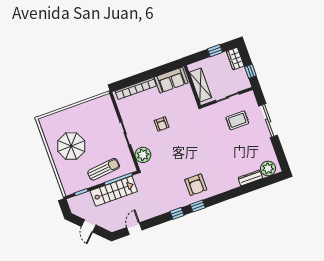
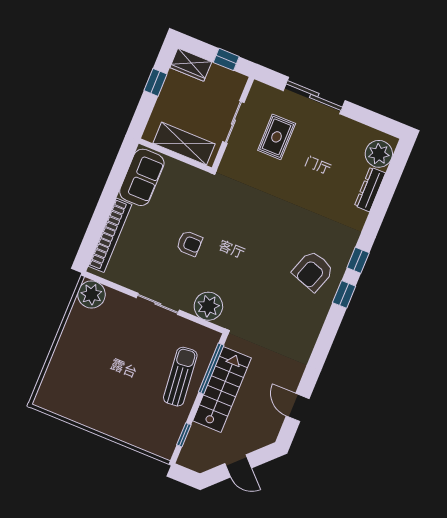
plant: (105, 103) -> (91, 295), added
parasol: (71, 146) -> (109, 392), removed
armchair: (196, 185) -> (313, 271), turned 109
window: (177, 213) -> (358, 260), moved

